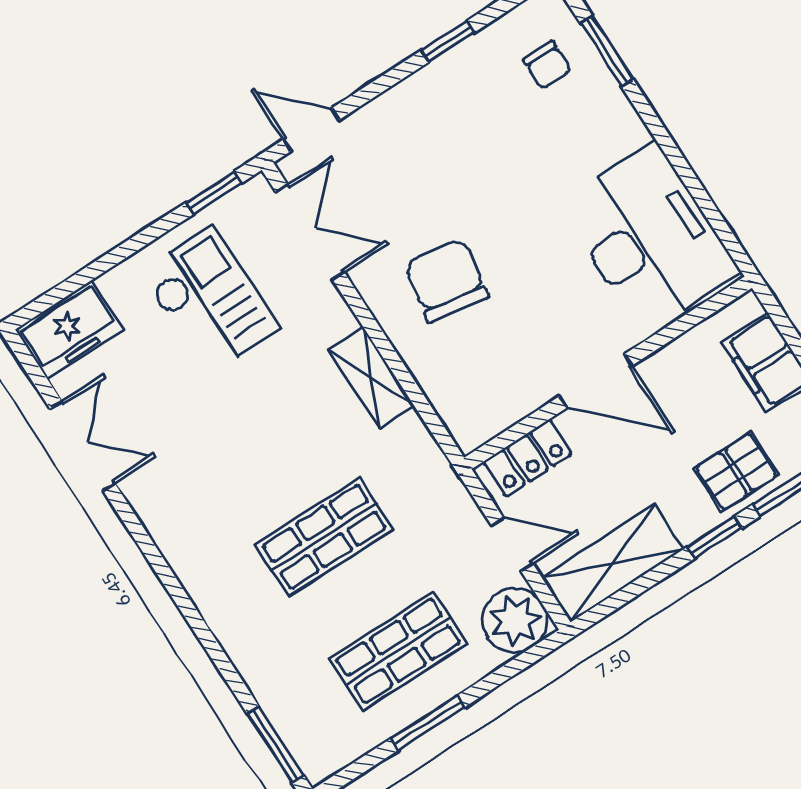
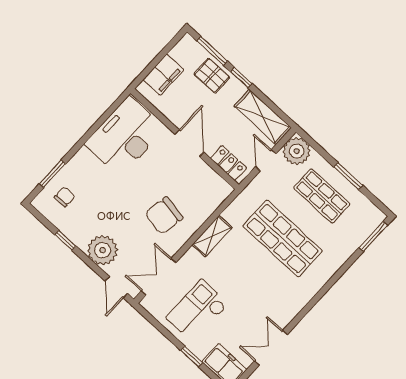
plant: (404, 120) -> (103, 250), added
window: (214, 193) -> (192, 356), moved
shop shelf: (324, 537) -> (283, 239), width x1.43, depth x1.36

